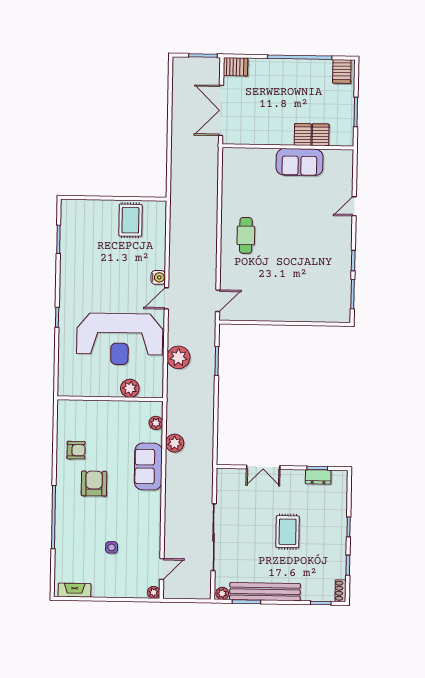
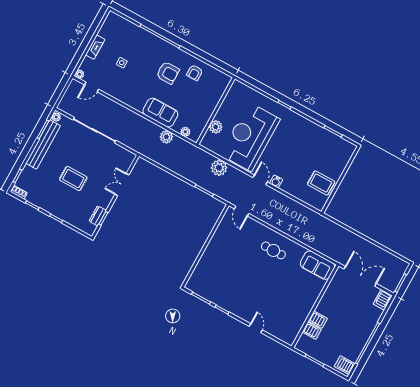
sofa: (300, 162) -> (318, 265), moved, turned -90
door: (162, 569) -> (92, 87), hinge flipped
fireplace: (75, 590) -> (95, 47), moved

